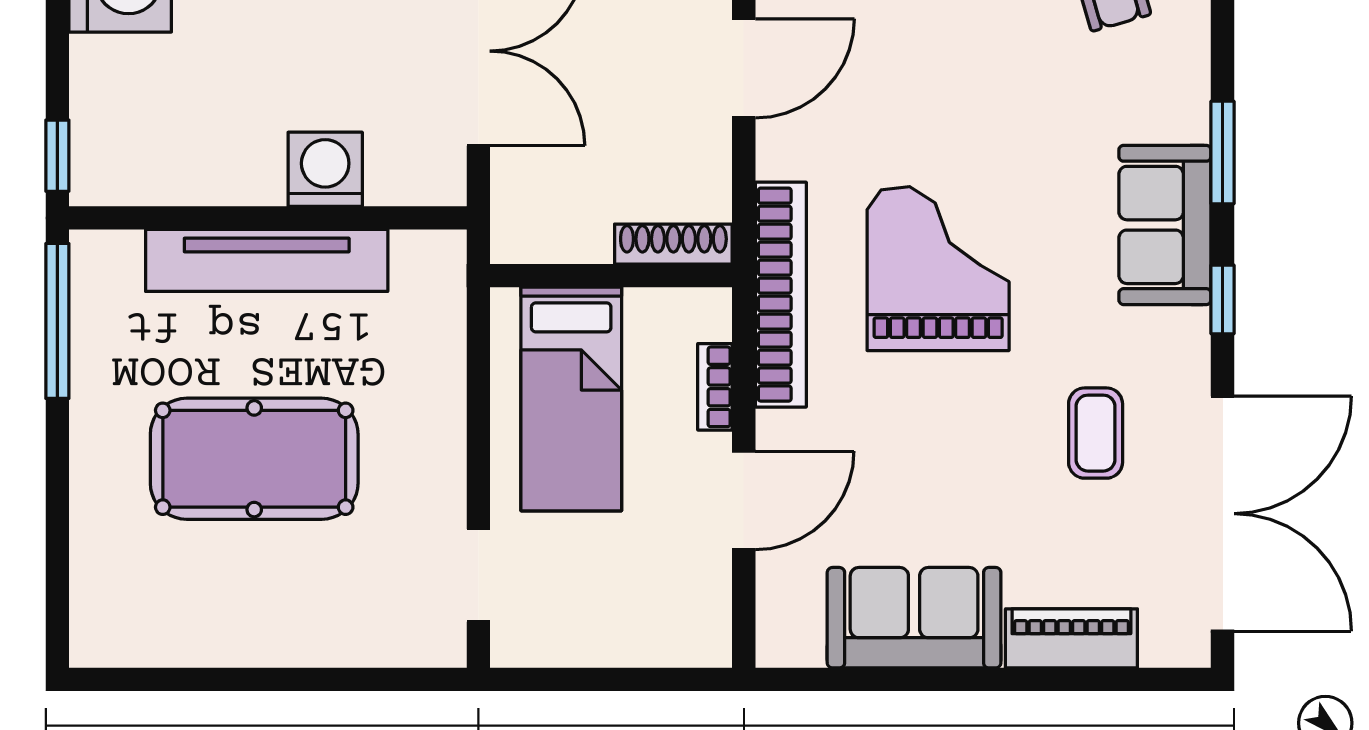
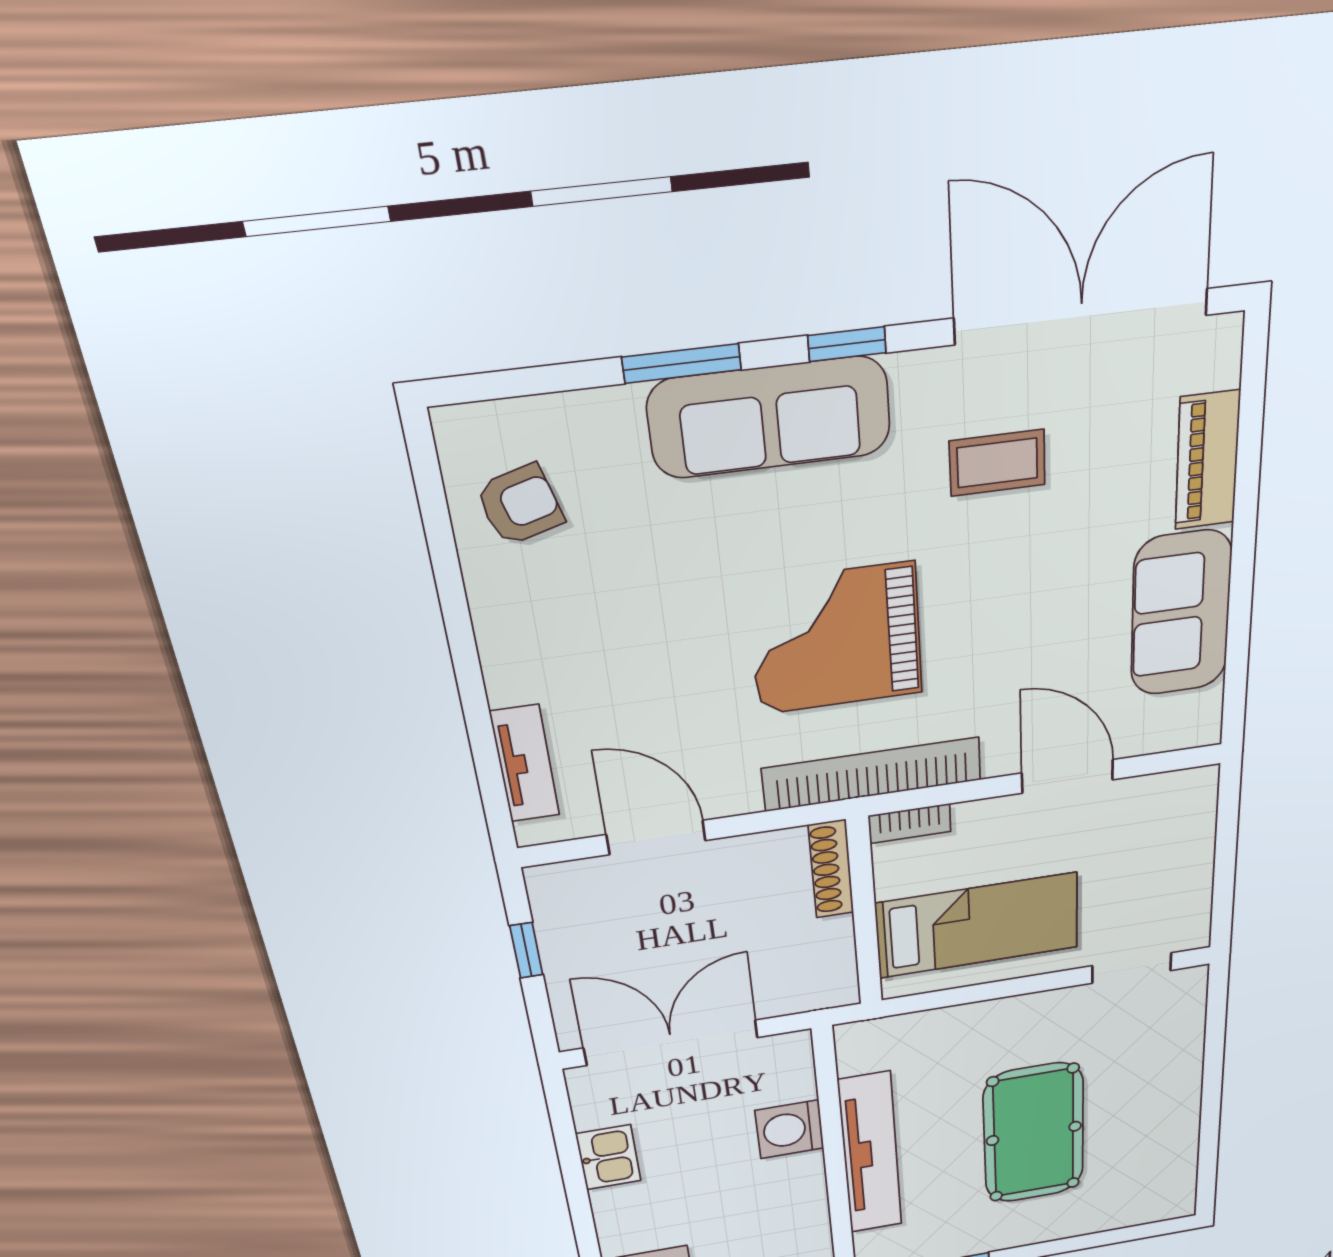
sofa: (1165, 225) -> (770, 417), width x1.36
bookcase: (715, 387) -> (910, 824), moved

